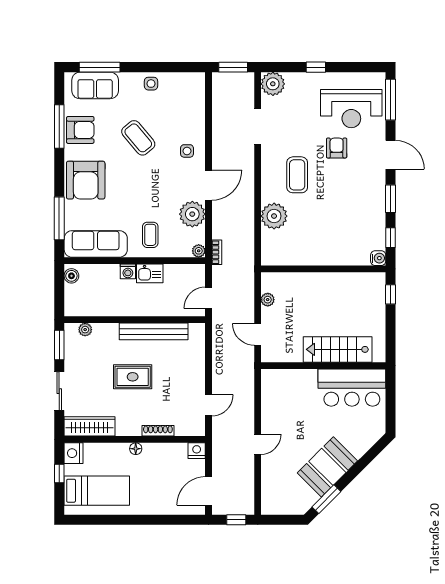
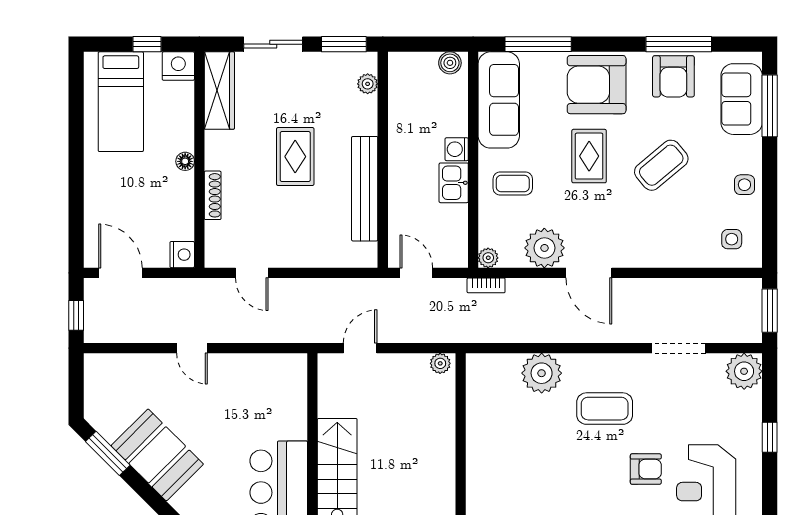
side table: (187, 151) -> (732, 239), moved
rug: (132, 185) -> (589, 156), added
plant: (268, 300) -> (440, 363), moved

